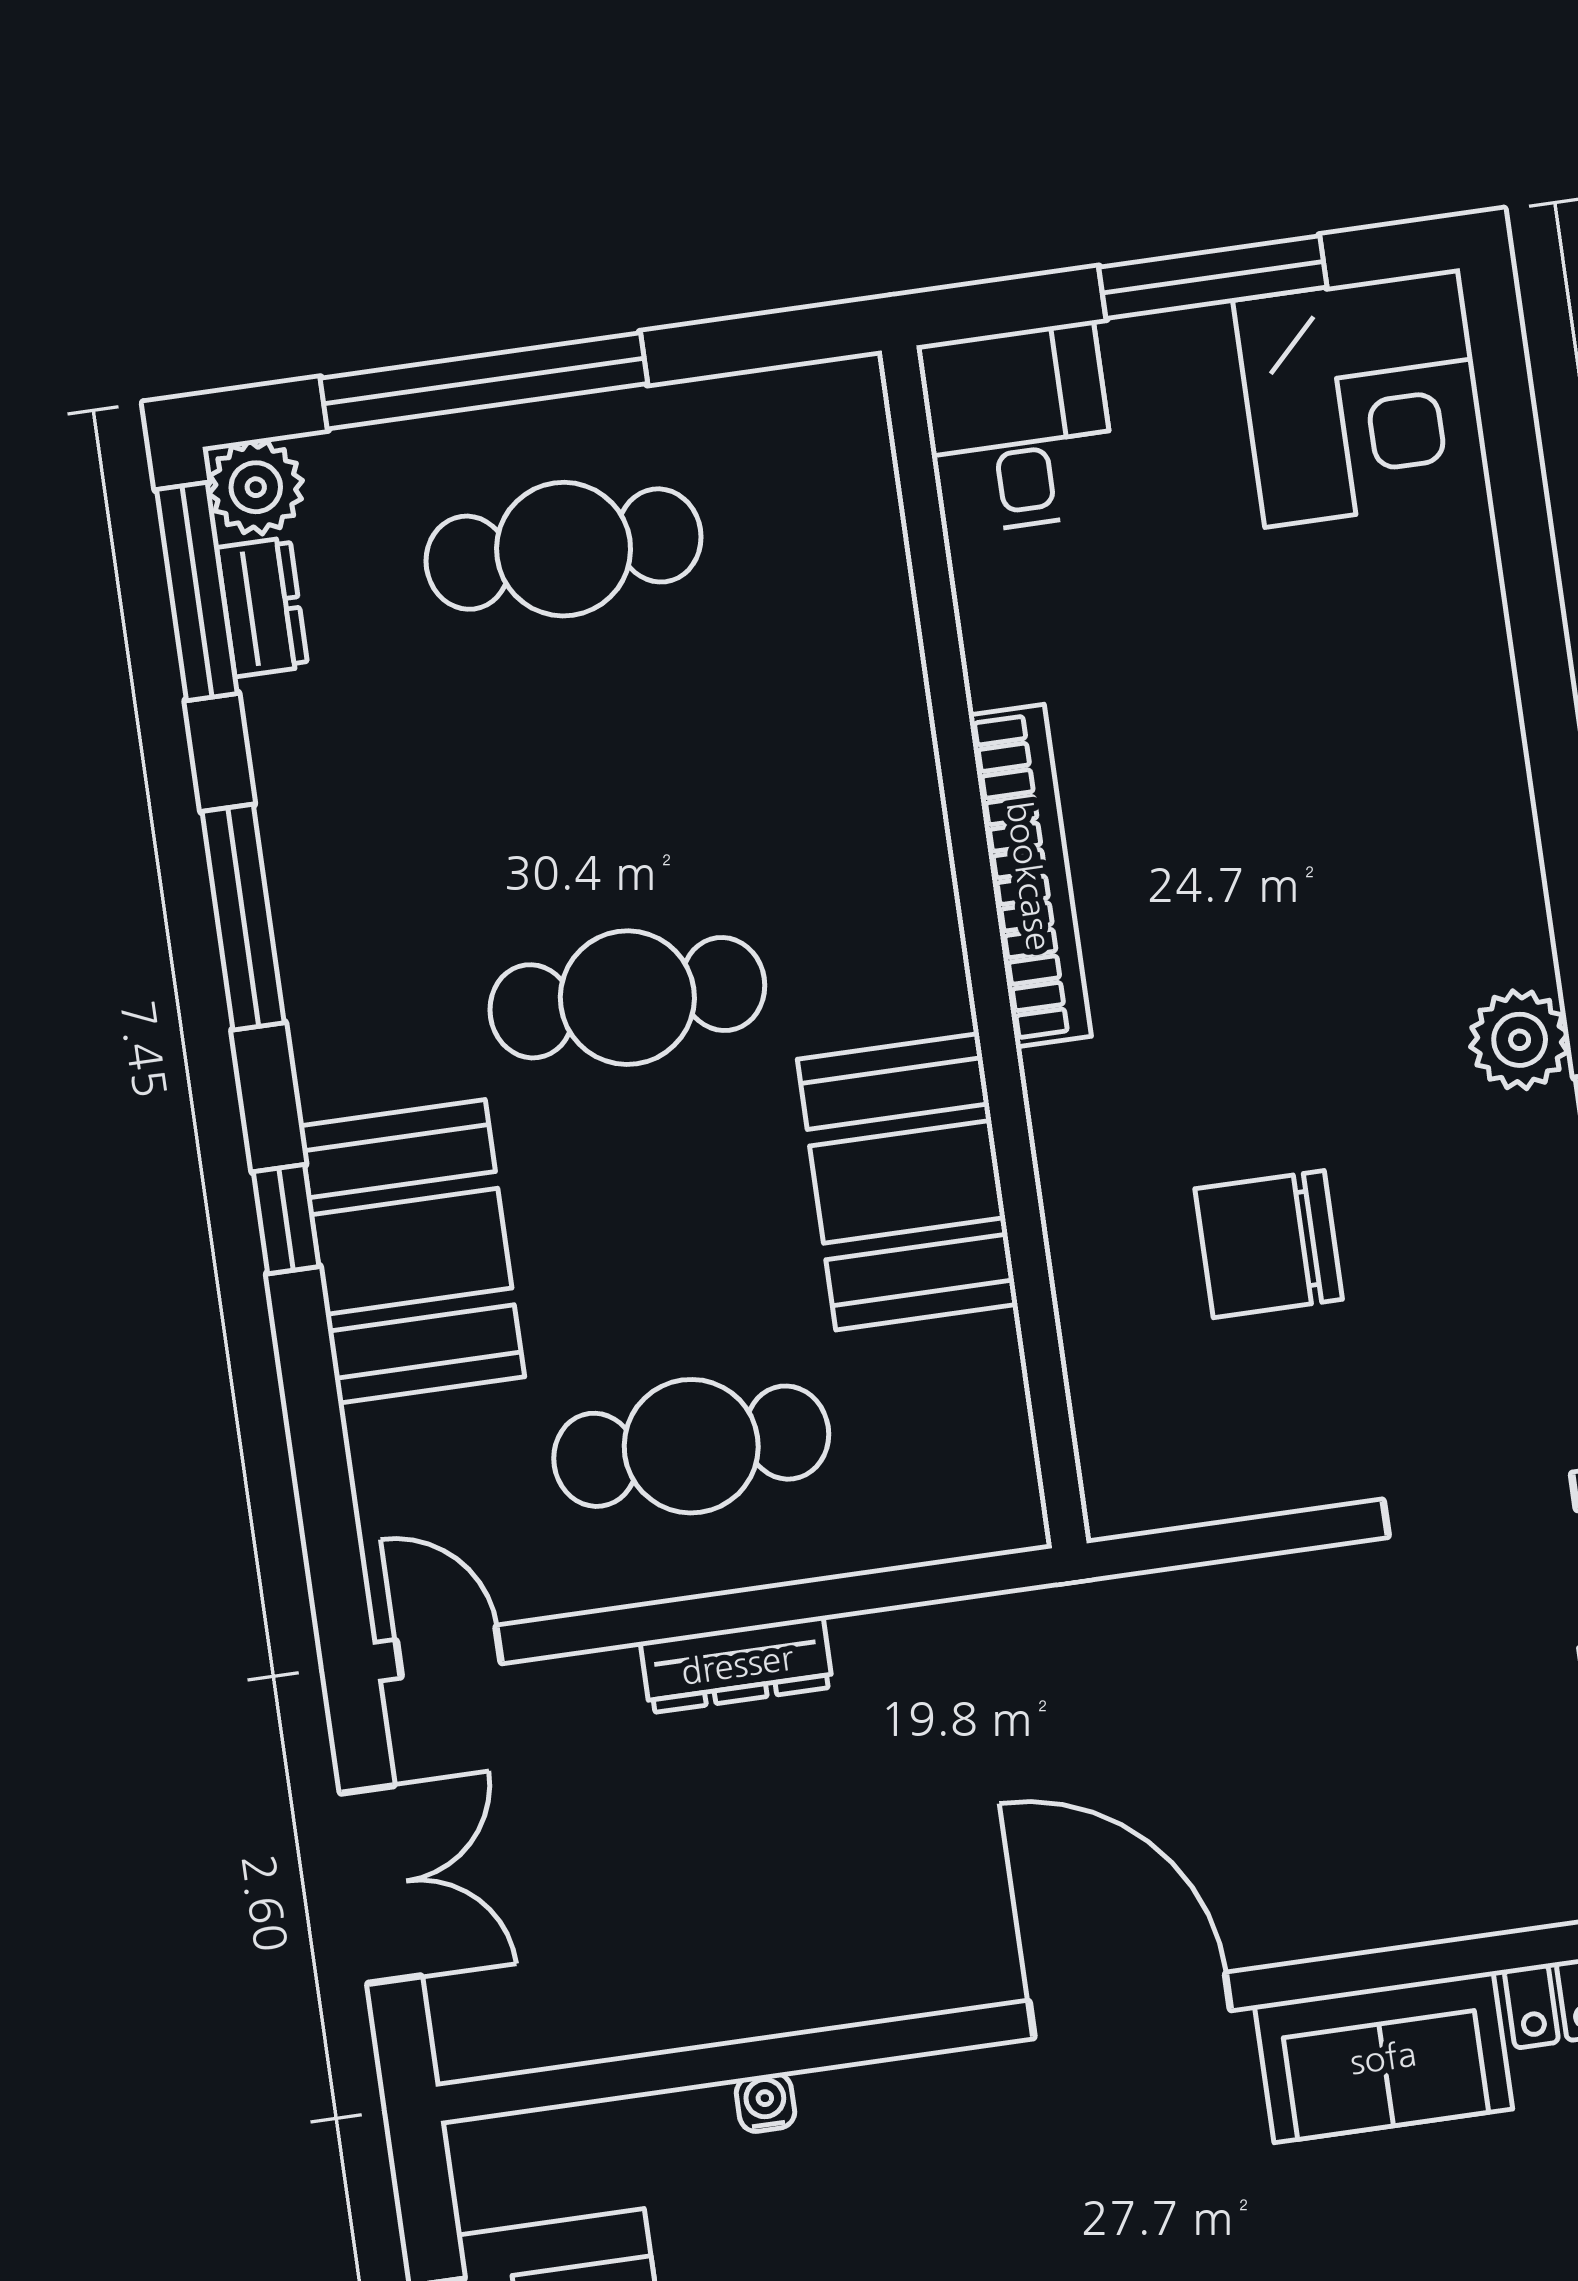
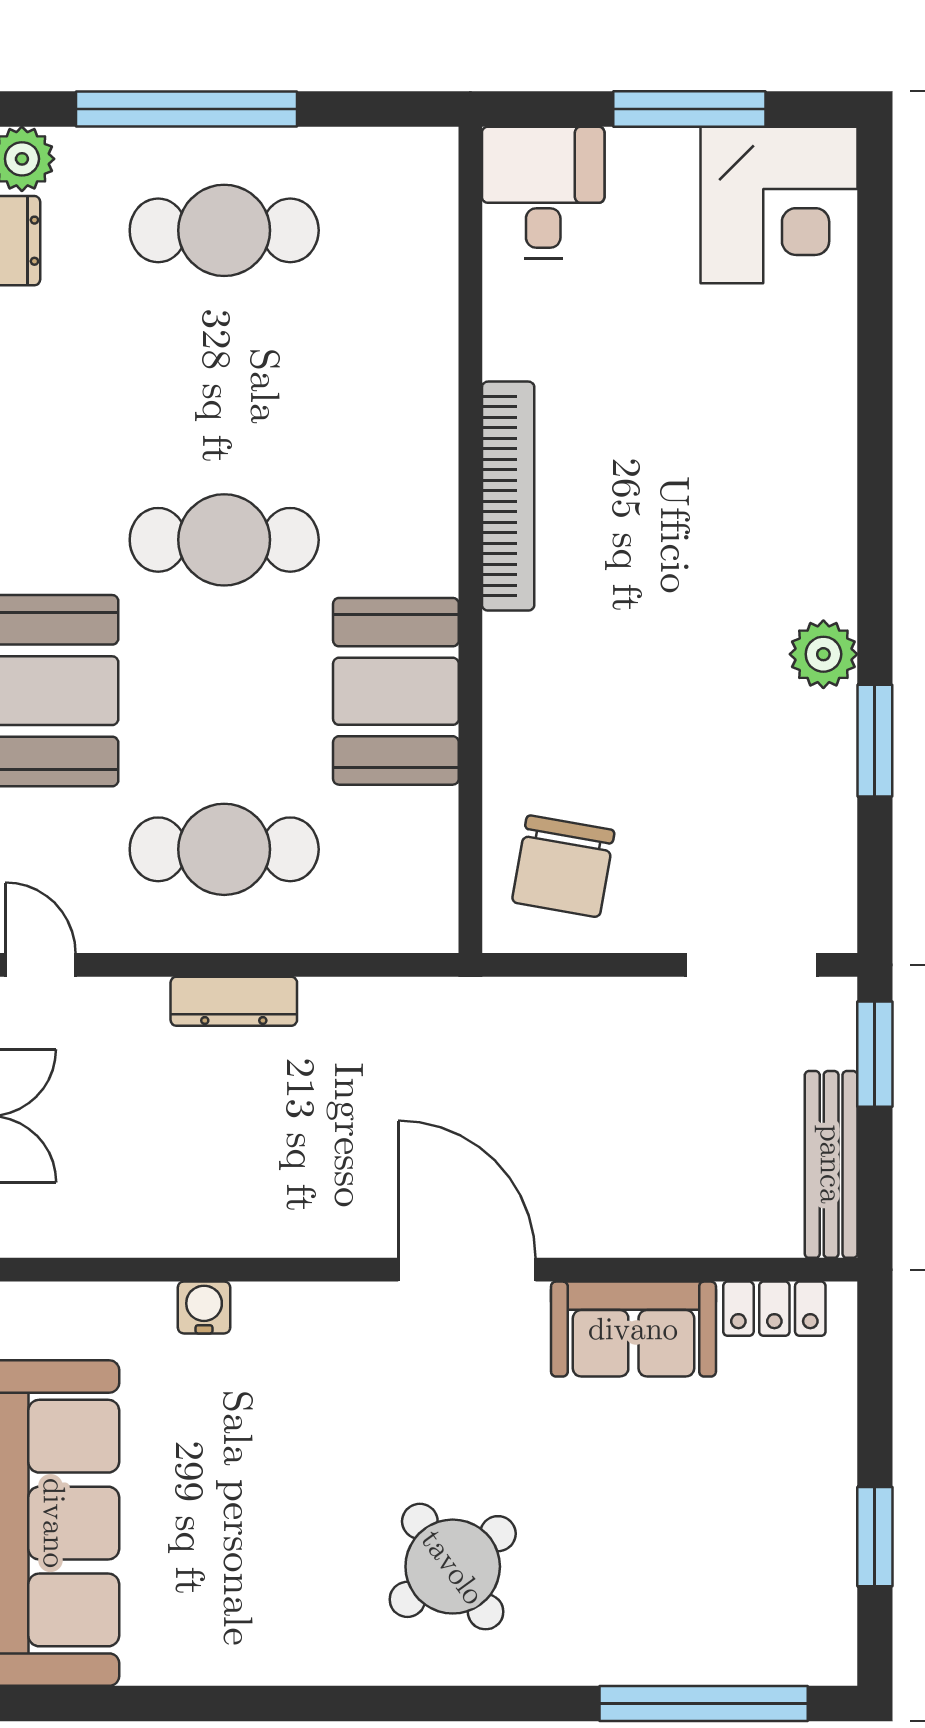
chair: (1269, 1244) -> (563, 866), moved, turned -80
water cooler: (765, 2102) -> (204, 1307), width x1.38, depth x1.38

